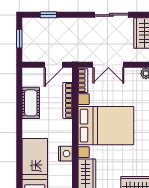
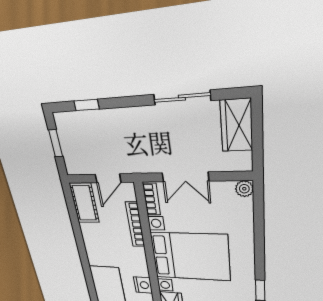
cot: (31, 103) -> (84, 203), moved

